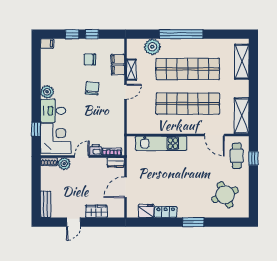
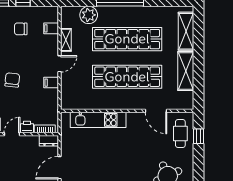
filing cabinet: (118, 70) -> (51, 83), moved
chair: (92, 88) -> (12, 80), moved
shelving: (242, 116) -> (186, 71), moved

